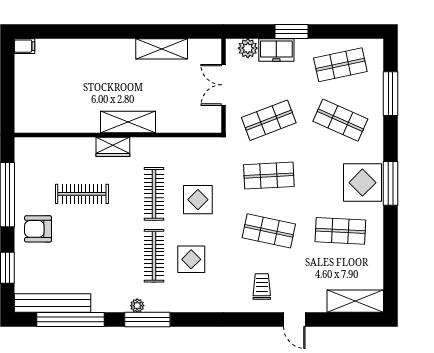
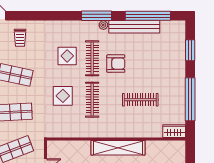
shelving: (128, 122) -> (118, 148), width x1.47
wardrobe: (113, 147) -> (174, 131), moved
armchair: (38, 229) -> (116, 64), moved
bench: (53, 303) -> (134, 27), moved

